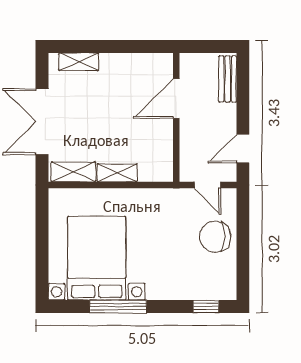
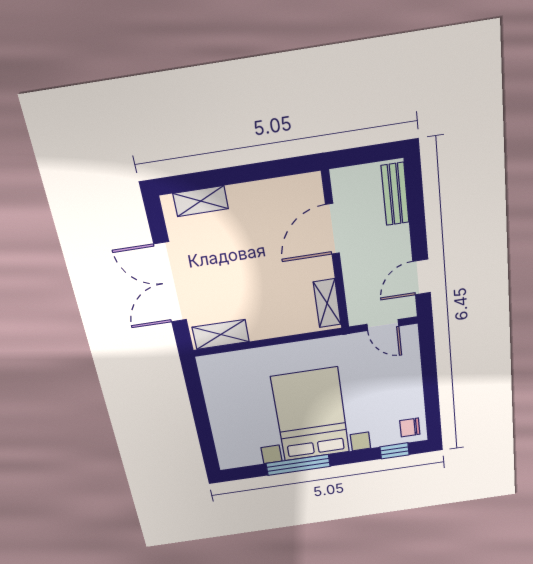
shelving: (117, 173) -> (327, 303), moved, turned 90
chair: (215, 237) -> (410, 427), moved, width x0.54, depth x0.54
bed with nightstands: (97, 258) -> (311, 415), moved

